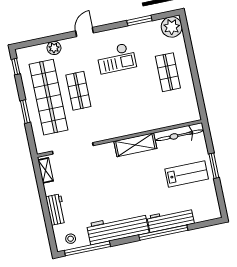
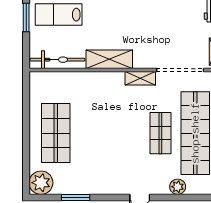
checkout: (116, 58) -> (110, 161), removed
shop shelf: (168, 72) -> (56, 133), width x1.43, depth x1.36
shelving: (105, 134) -> (140, 78), added

